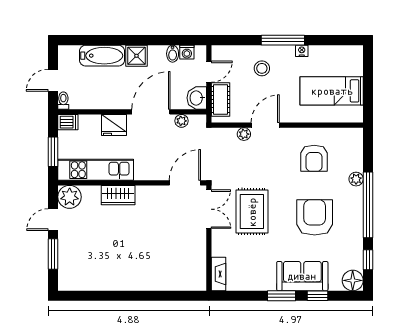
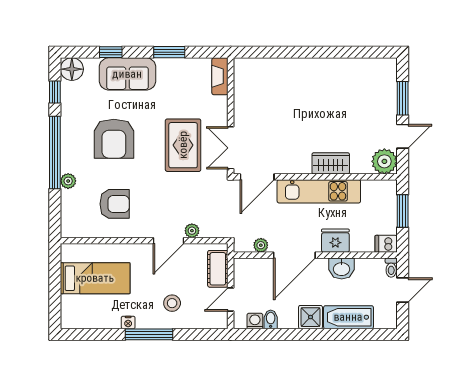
washbasin: (197, 98) -> (342, 269), moved, turned 90
armchair: (314, 158) -> (115, 204), turned 90
kitchen unit: (96, 170) -> (319, 191), moved
window: (281, 296) -> (169, 52), moved

